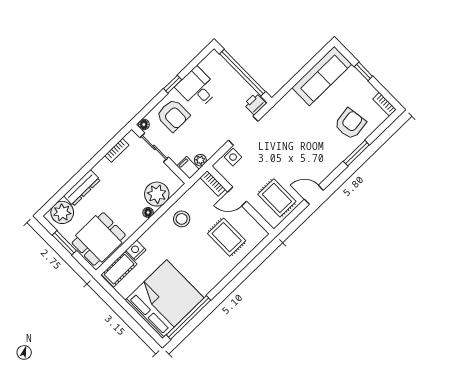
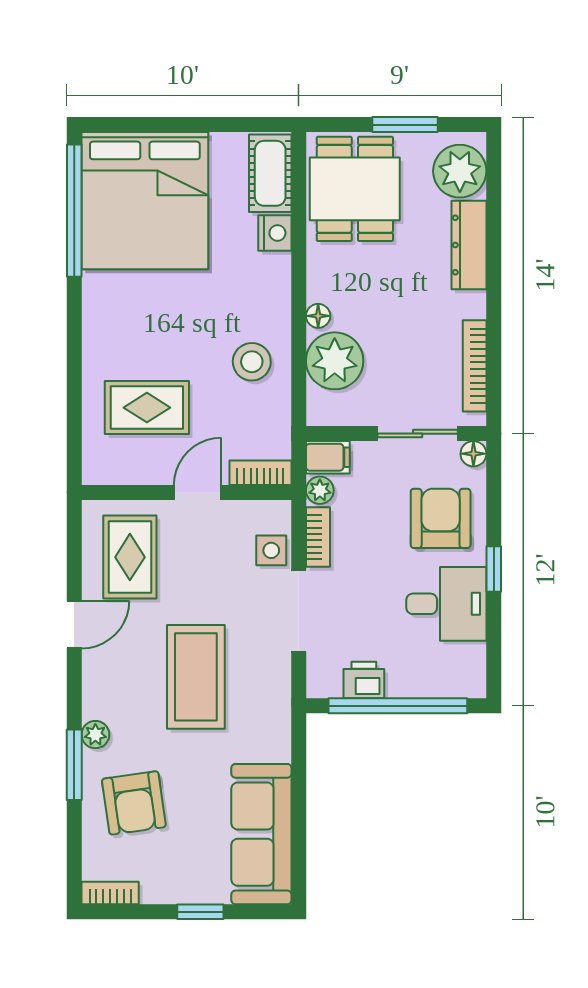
printer: (255, 104) -> (364, 680), moved, turned -90
armchair: (173, 115) -> (441, 518), turned 90
coffee table: (294, 142) -> (196, 677), added
bookcase: (215, 147) -> (318, 537), added
bookcase: (117, 150) -> (475, 366), width x1.56
plant: (341, 156) -> (95, 735), added
rug: (277, 198) -> (130, 557), turned 90

